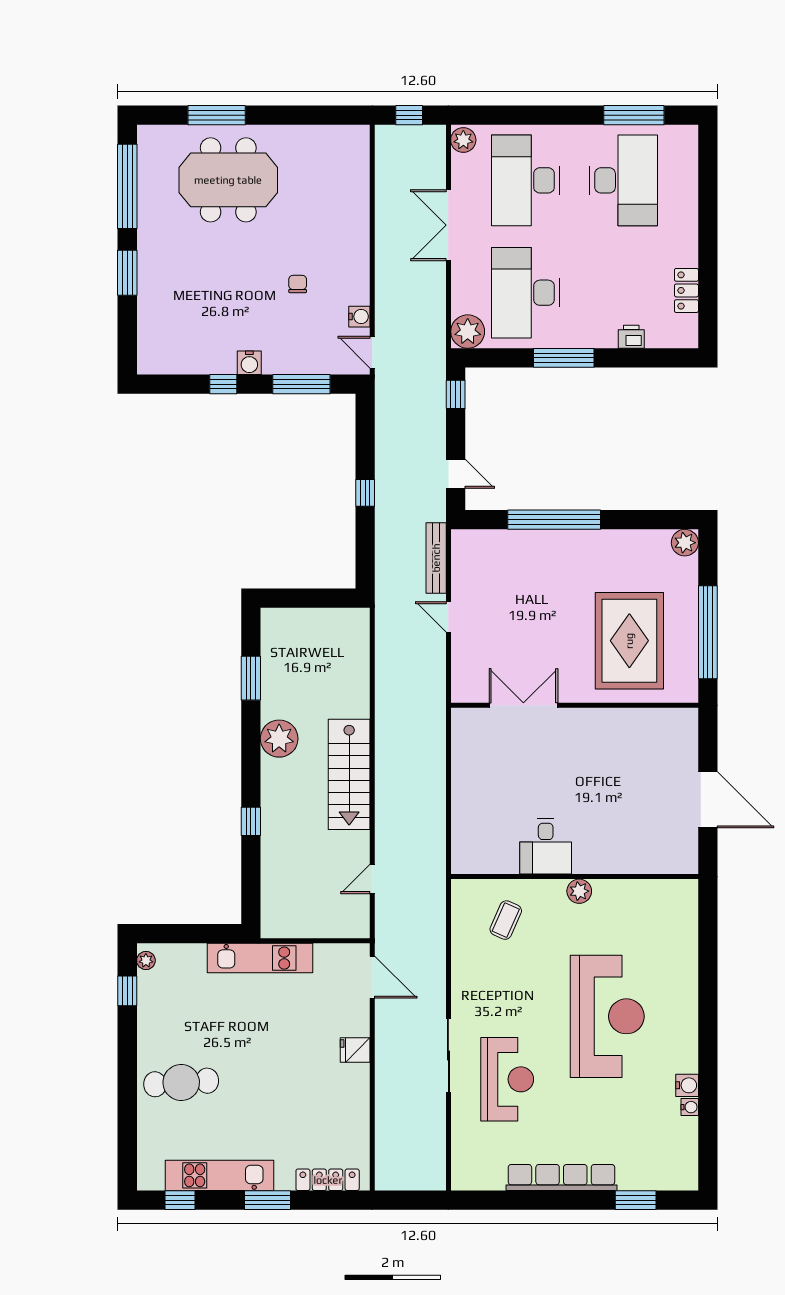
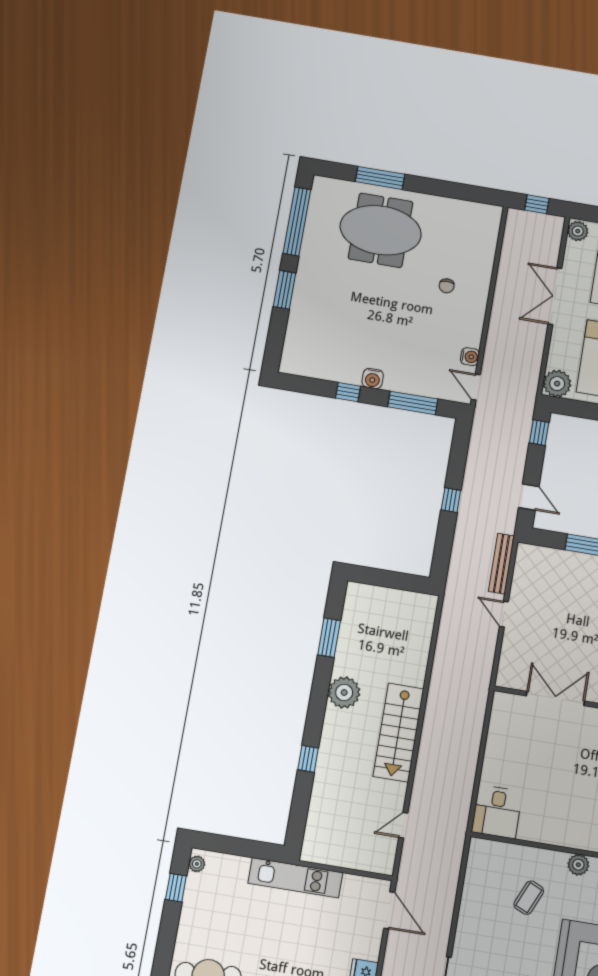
chair: (298, 284) -> (447, 286), moved, turned 180
desk: (546, 846) -> (497, 812), moved
coffee table: (506, 920) -> (529, 898), moved

